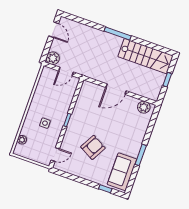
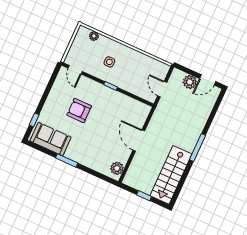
plant: (53, 58) -> (190, 82), moved
armchair: (93, 147) -> (79, 110), turned 151

